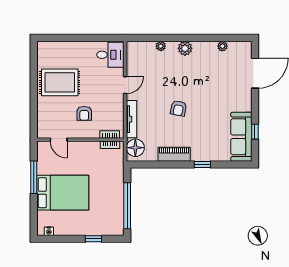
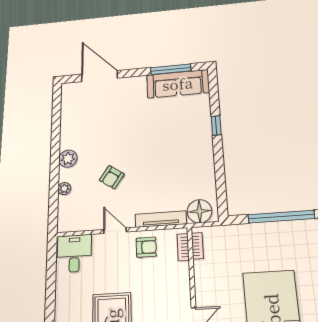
plant: (222, 46) -> (66, 115), removed
armchair: (179, 108) -> (112, 177), moved, turned 113
armchair: (84, 113) -> (146, 247), moved
window: (255, 132) -> (171, 69), width x2.17
piano: (174, 154) -> (205, 161), removed

